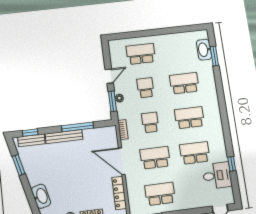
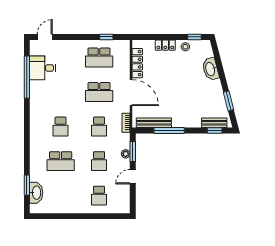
school desk: (141, 54) -> (99, 196), width x0.54
school desk: (189, 118) -> (61, 127), width x0.54
bench: (64, 137) -> (154, 123), moved
school desk: (195, 153) -> (61, 92), removed
window: (232, 164) -> (27, 77), width x3.17

